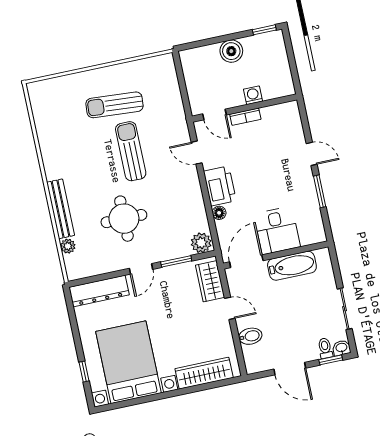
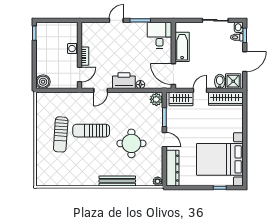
boiler: (231, 51) -> (43, 82), moved
desk: (277, 230) -> (160, 35), moved, turned -90
plant: (68, 246) -> (158, 181), moved
shower: (255, 357) -> (233, 81), added
wardrobe: (204, 373) -> (226, 99), moved, turned -90

